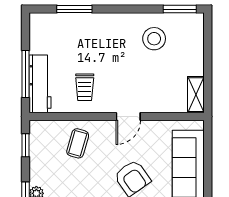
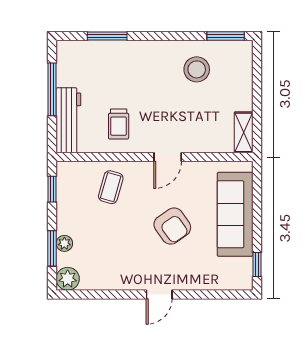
window: (26, 74) -> (52, 89), moved

